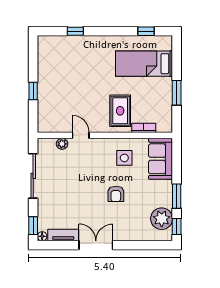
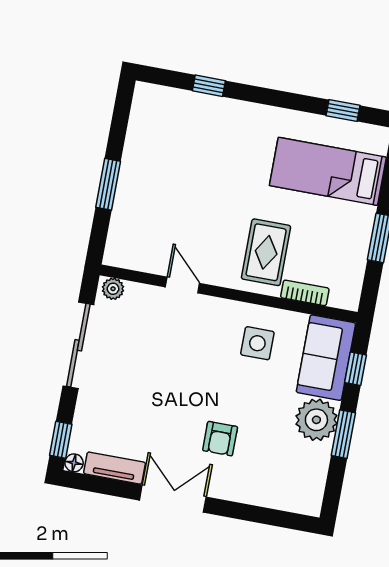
window: (33, 91) -> (108, 184), width x1.50
plant: (62, 144) -> (113, 289), moved
armchair: (116, 194) -> (220, 439), moved
plant: (162, 219) -> (316, 420), moved
window: (177, 227) -> (355, 369), moved

